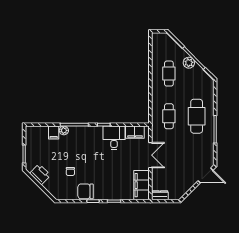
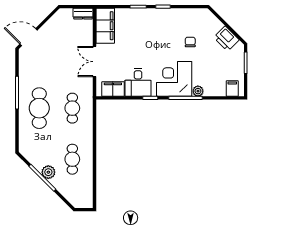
filing cabinet: (54, 133) -> (232, 89), moved
corner desk: (84, 141) -> (174, 79), added
chair: (85, 191) -> (172, 18), removed

